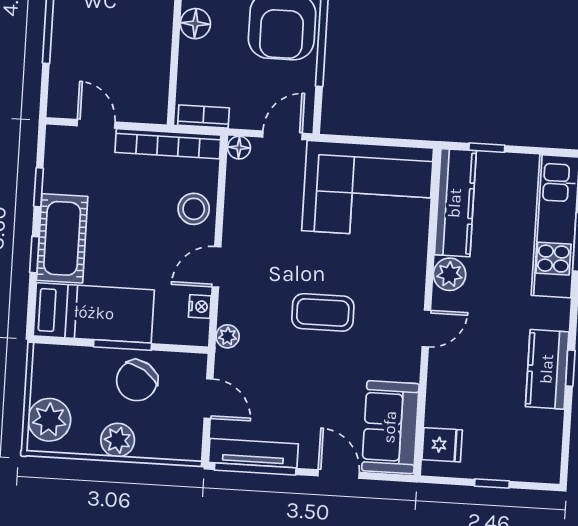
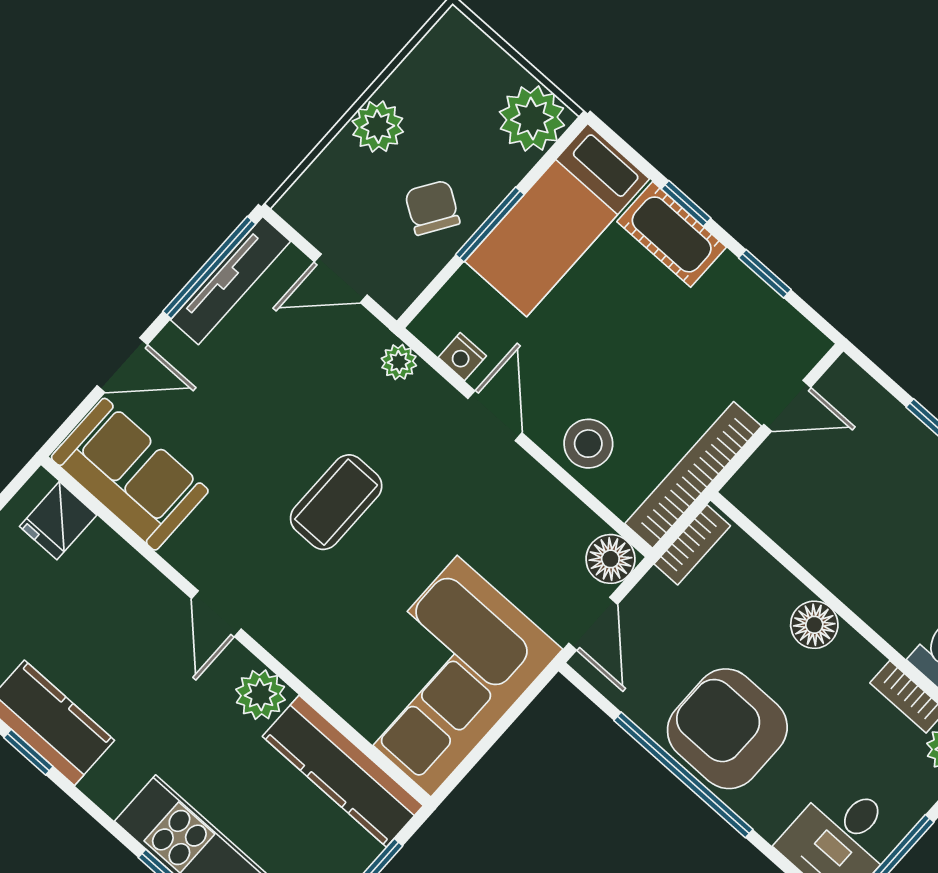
floor lamp: (239, 148) -> (610, 559), width x1.37, depth x1.37
cot: (62, 238) -> (672, 234), width x0.73, depth x0.75
chair: (137, 381) -> (432, 208), width x0.73, depth x0.73
plant: (49, 420) -> (532, 119), moved

